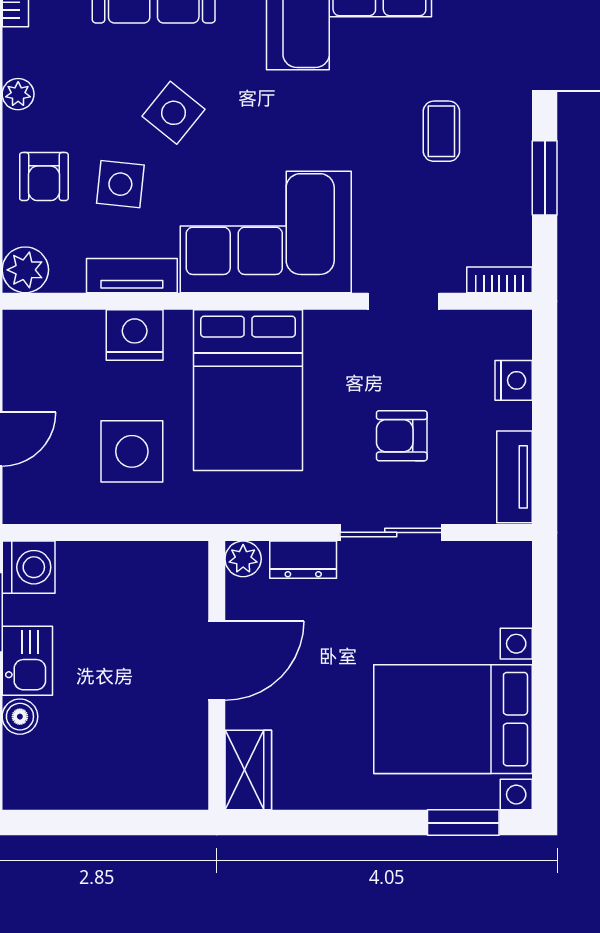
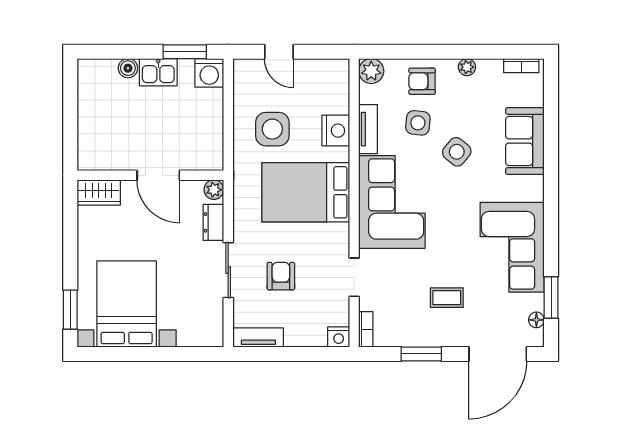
nightstand: (514, 380) -> (339, 337), moved

